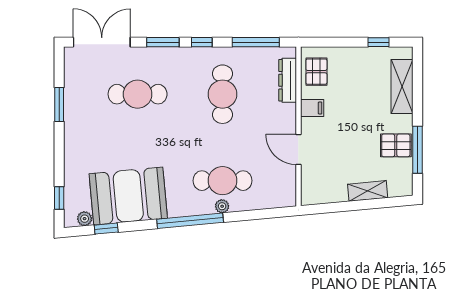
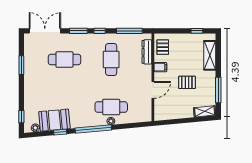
pallet: (396, 145) -> (187, 82), moved
door: (298, 150) -> (153, 90), swing flipped
shelving: (368, 191) -> (205, 111), moved
booth: (128, 196) -> (54, 120), width x0.73, depth x0.70
window: (106, 229) -> (60, 132), moved

